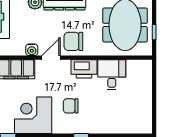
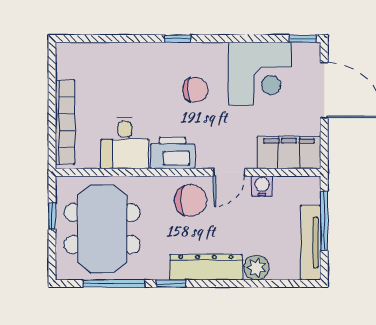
bookcase: (147, 87) -> (65, 122), added

